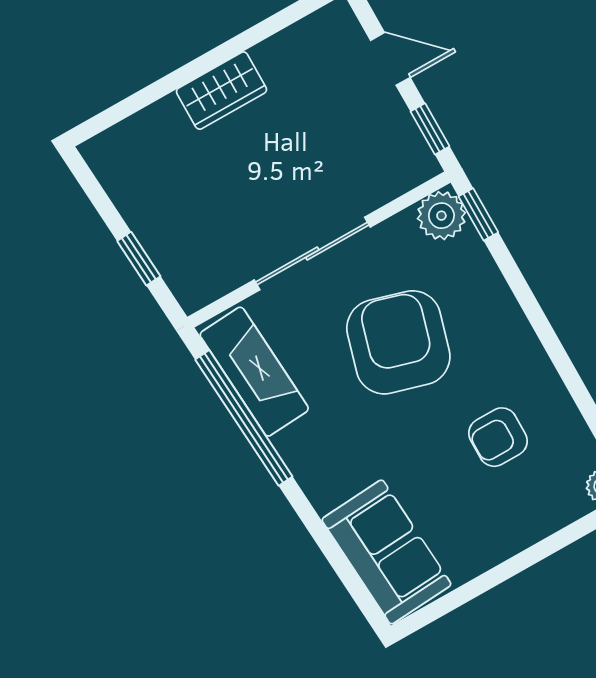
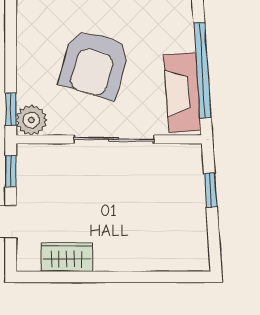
wardrobe: (222, 91) -> (67, 257), moved

